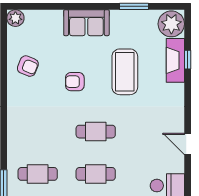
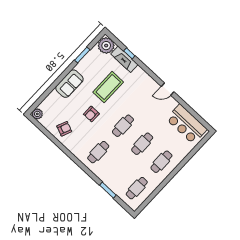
coffee table: (125, 72) -> (108, 87), turned 90
cafe table: (38, 174) -> (98, 152), moved

